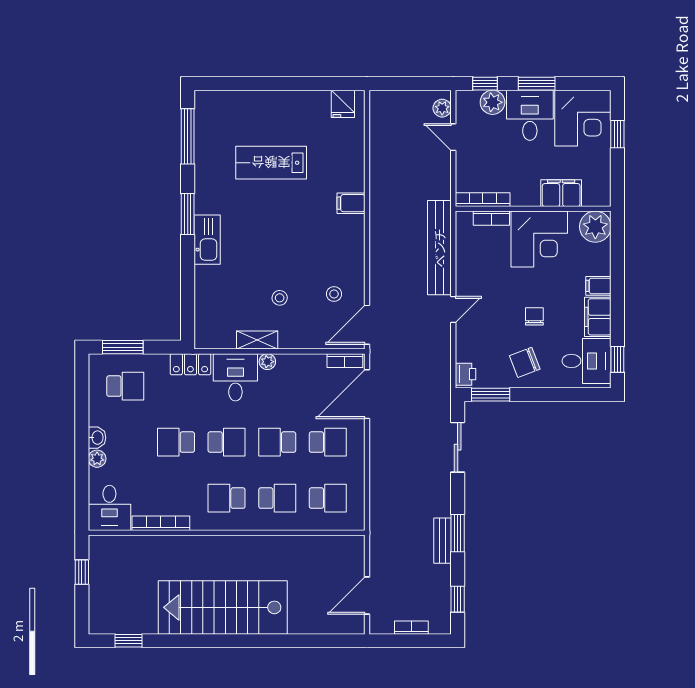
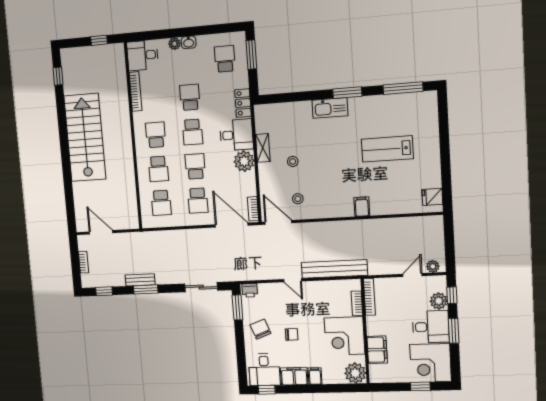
lab bench: (271, 163) -> (387, 149), turned -90
plant: (267, 362) -> (244, 161), width x1.88, depth x1.88
school desk: (125, 386) -> (225, 59), turned 180

